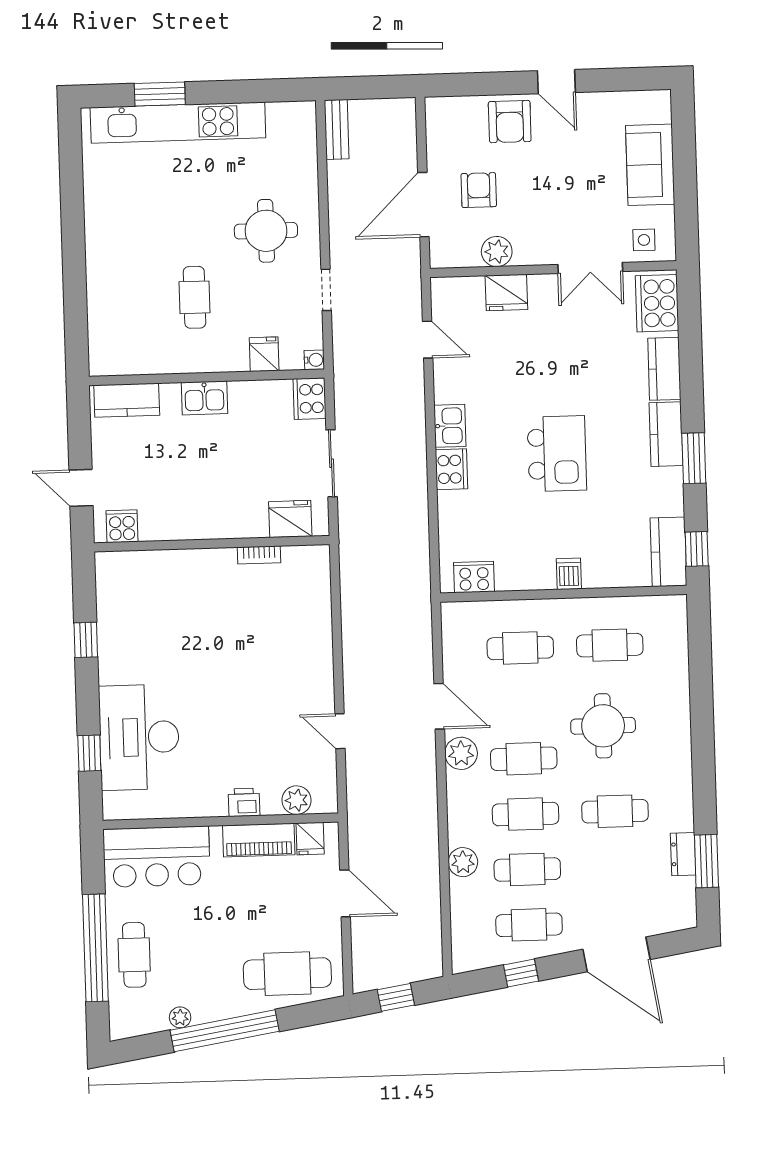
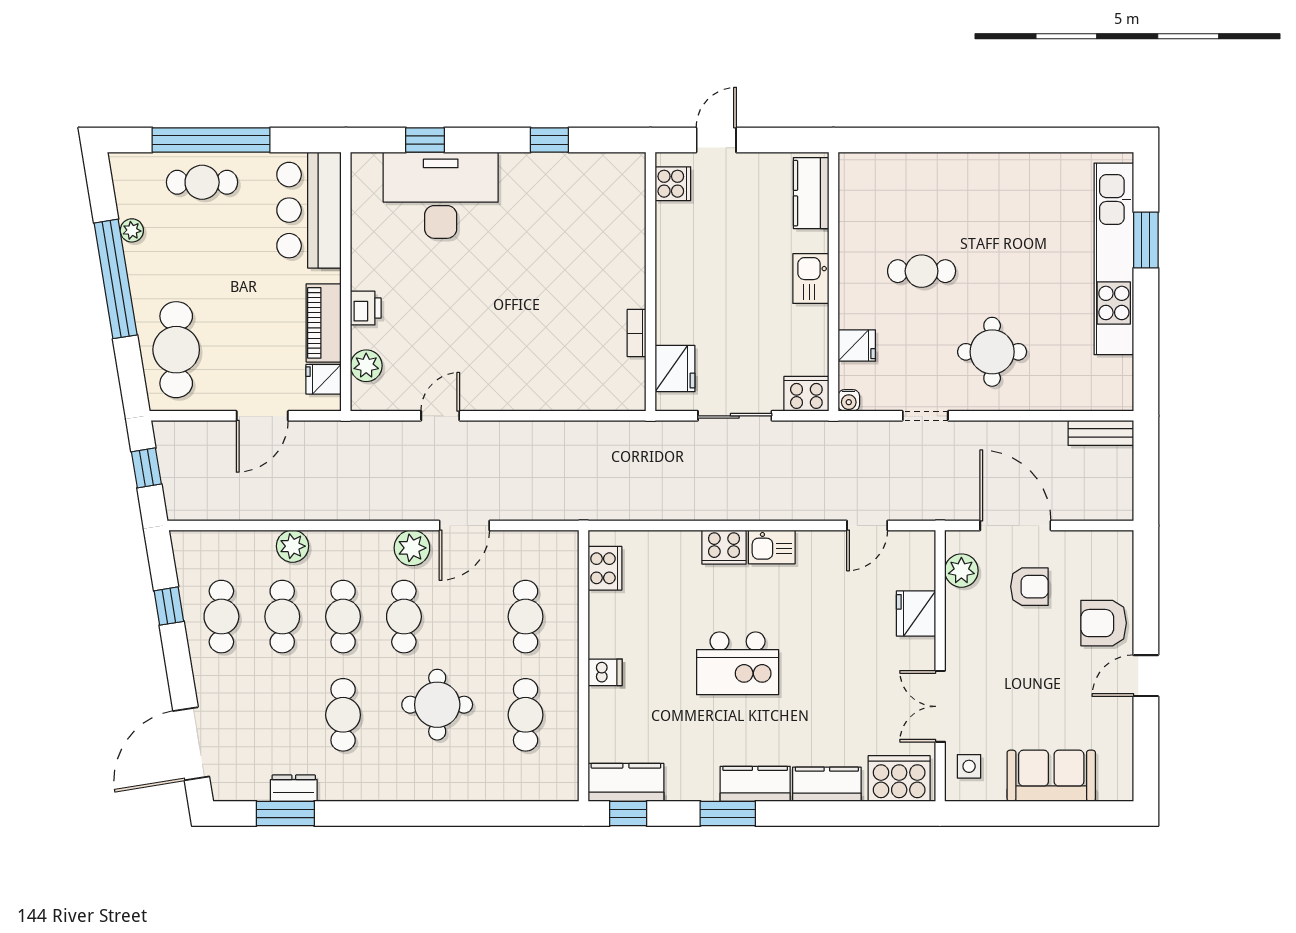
plant: (497, 251) -> (961, 571), moved
door: (616, 954) -> (191, 744), moved

